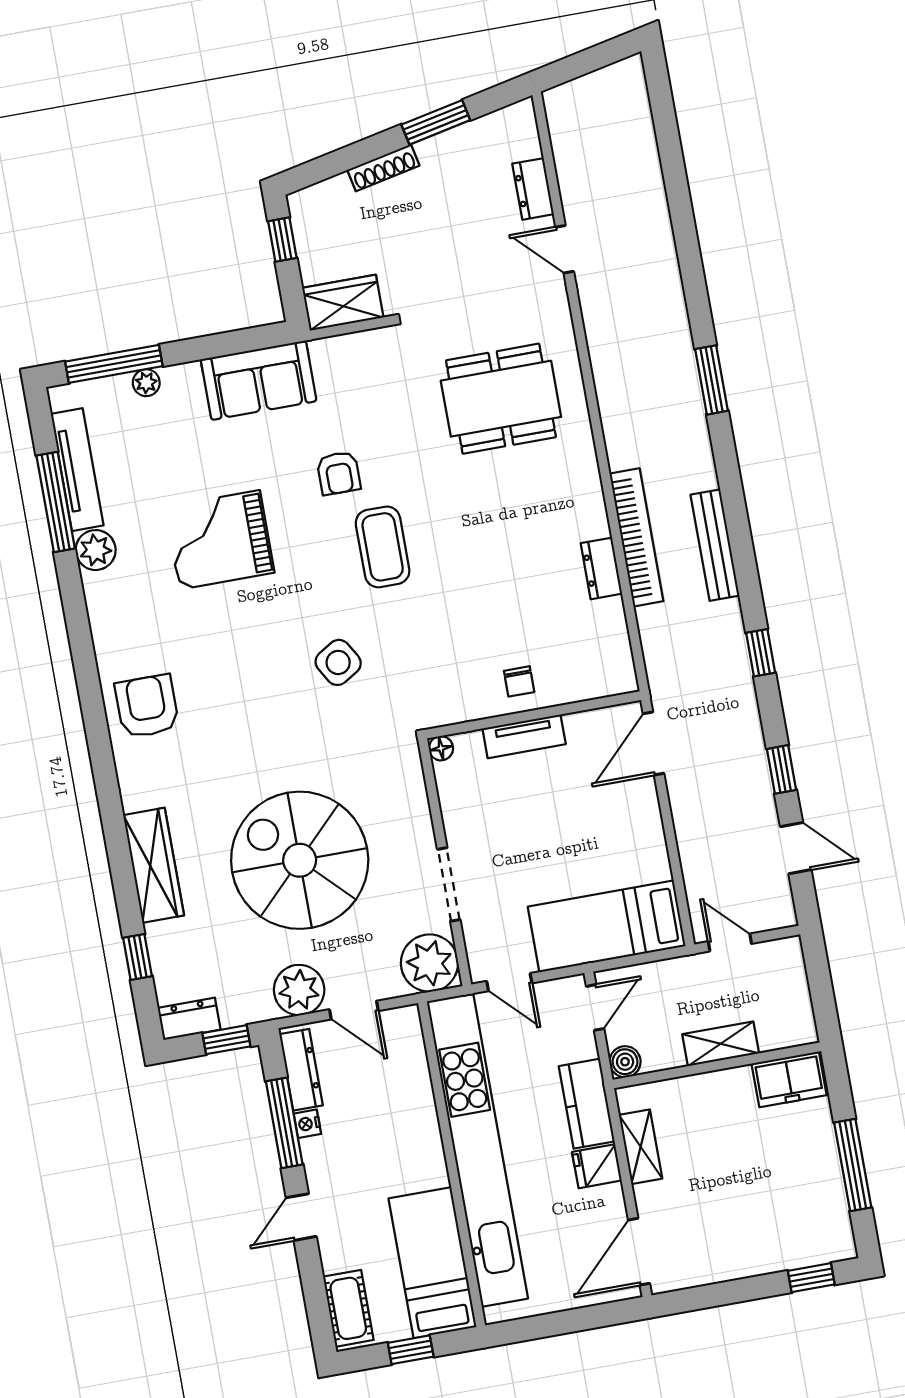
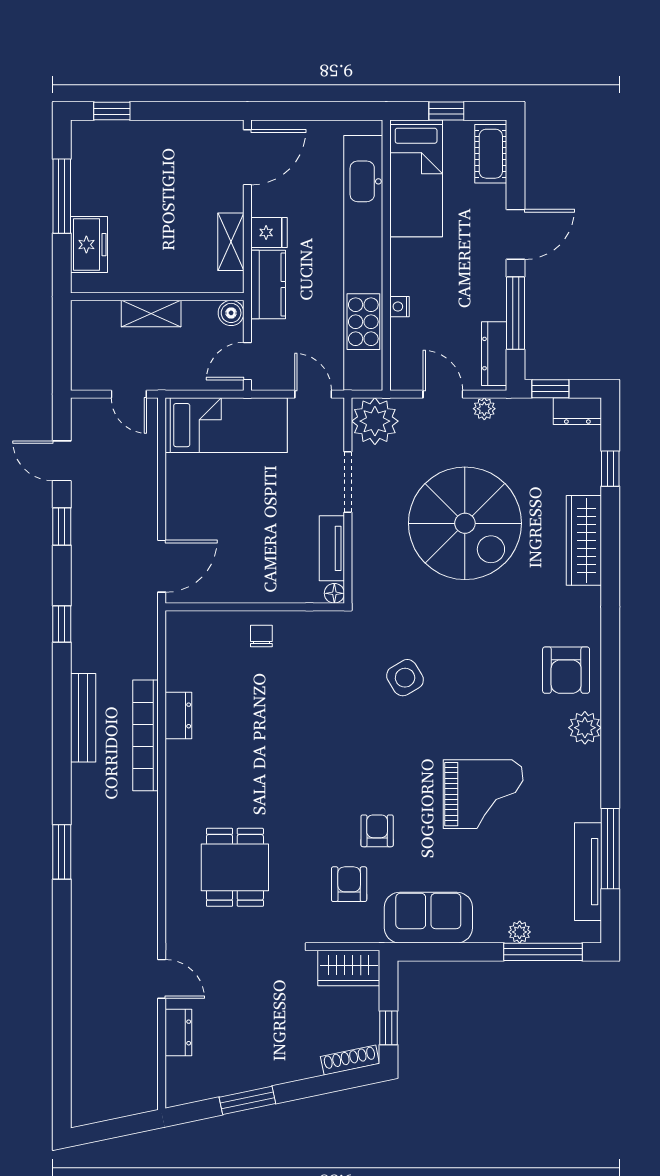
shoe rack: (383, 168) -> (350, 1060), moved
dining table: (501, 399) -> (235, 867), width x0.73
armchair: (361, 403) -> (349, 884), added
coffee table: (383, 547) -> (352, 765), removed
plant: (96, 550) -> (585, 728), moved
tv unit: (524, 736) -> (332, 548), moved, turned -90
plant: (299, 990) -> (484, 409), width x0.53, depth x0.53
freezer: (789, 1079) -> (89, 245), moved, turned 90
nightstand: (307, 1124) -> (399, 307), moved, turned 180
door: (301, 1217) -> (516, 234), width x1.38

